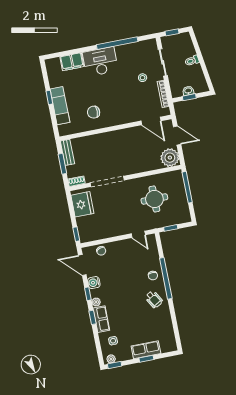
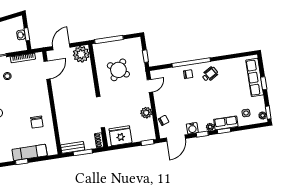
round table: (154, 199) -> (118, 70), turned 37
plant: (109, 231) -> (146, 113), added
row of seats: (146, 350) -> (255, 77), width x1.48

